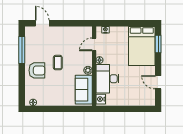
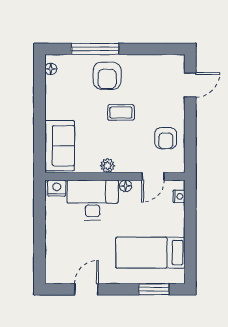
armchair: (72, 37) -> (166, 138), added
door: (94, 44) -> (153, 176), swing flipped
bed: (142, 46) -> (150, 253), width x0.67
window: (22, 50) -> (95, 49), moved
sofa: (84, 90) -> (60, 146), moved, turned 90

